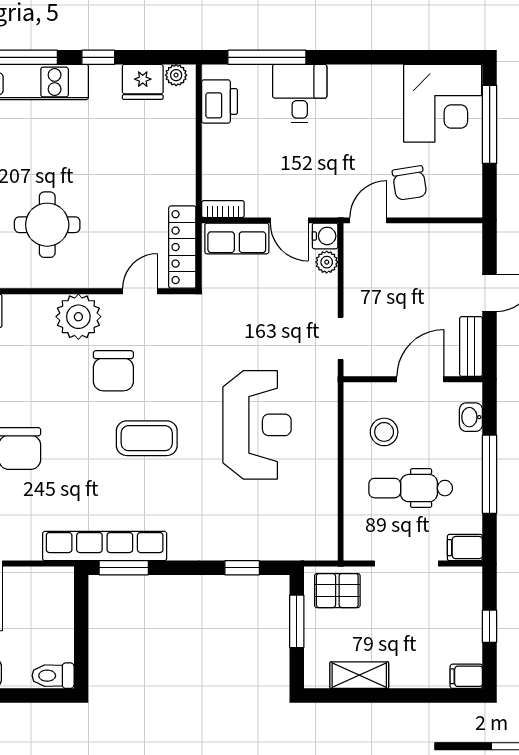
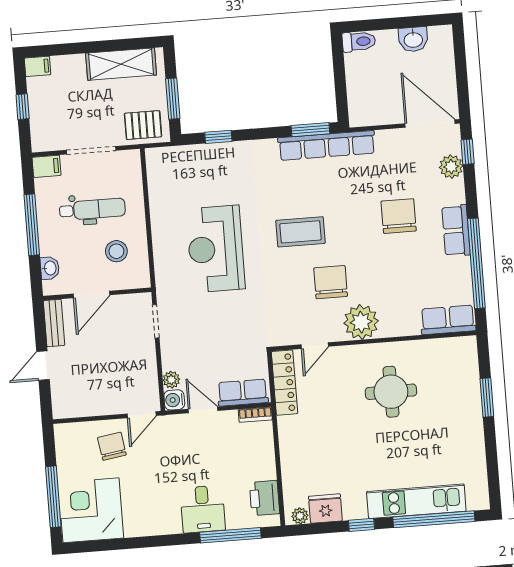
shelving: (359, 675) -> (121, 64), width x1.50, depth x1.33

